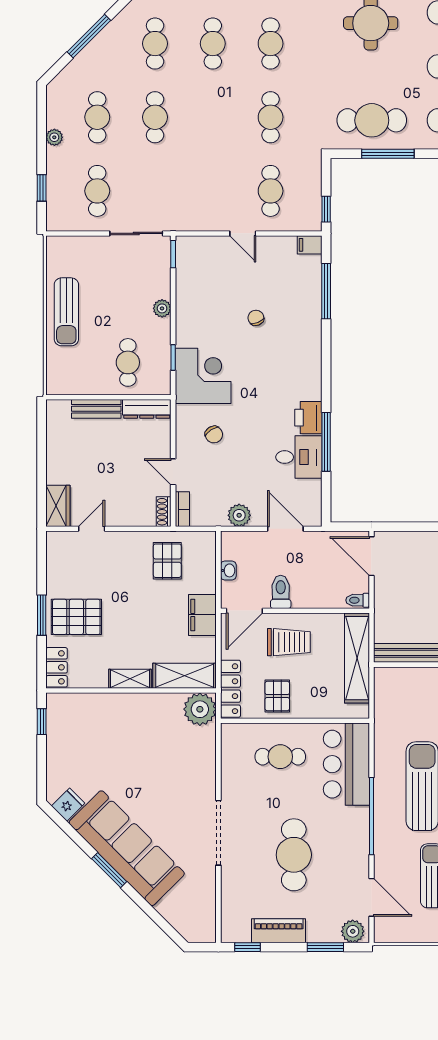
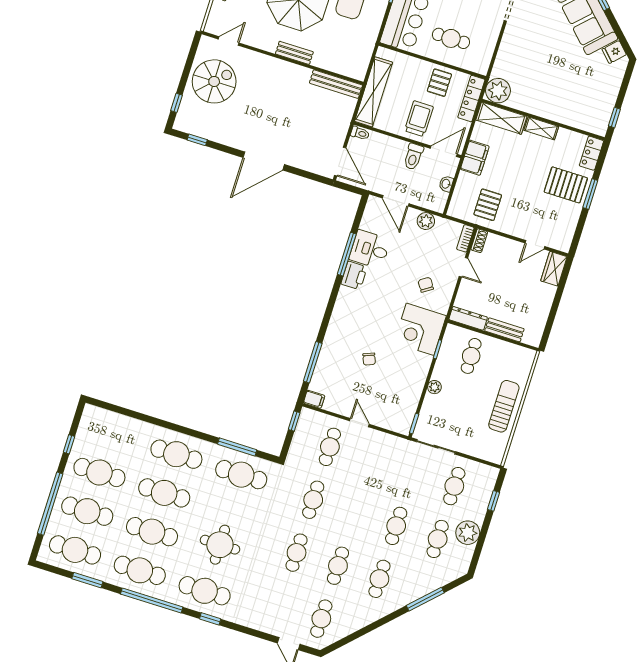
plant: (54, 137) -> (468, 533), width x1.87, depth x1.87
trolley: (289, 642) -> (419, 119), turned 90

